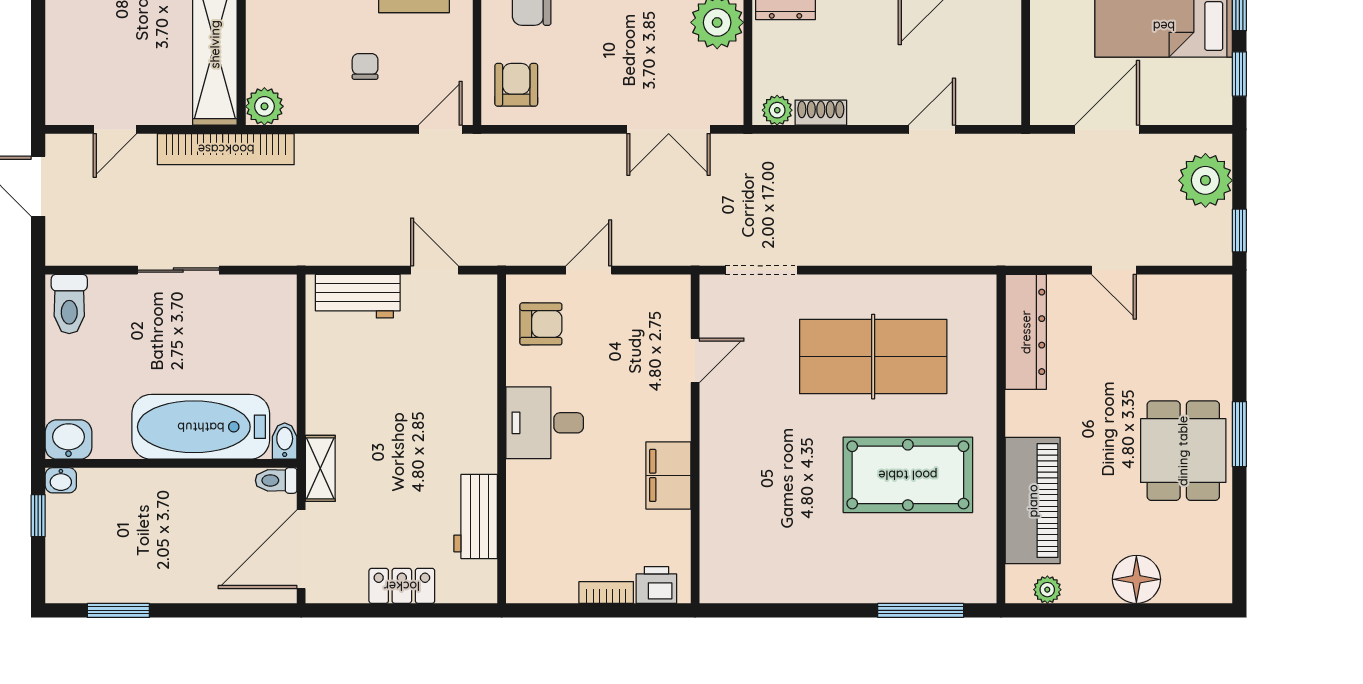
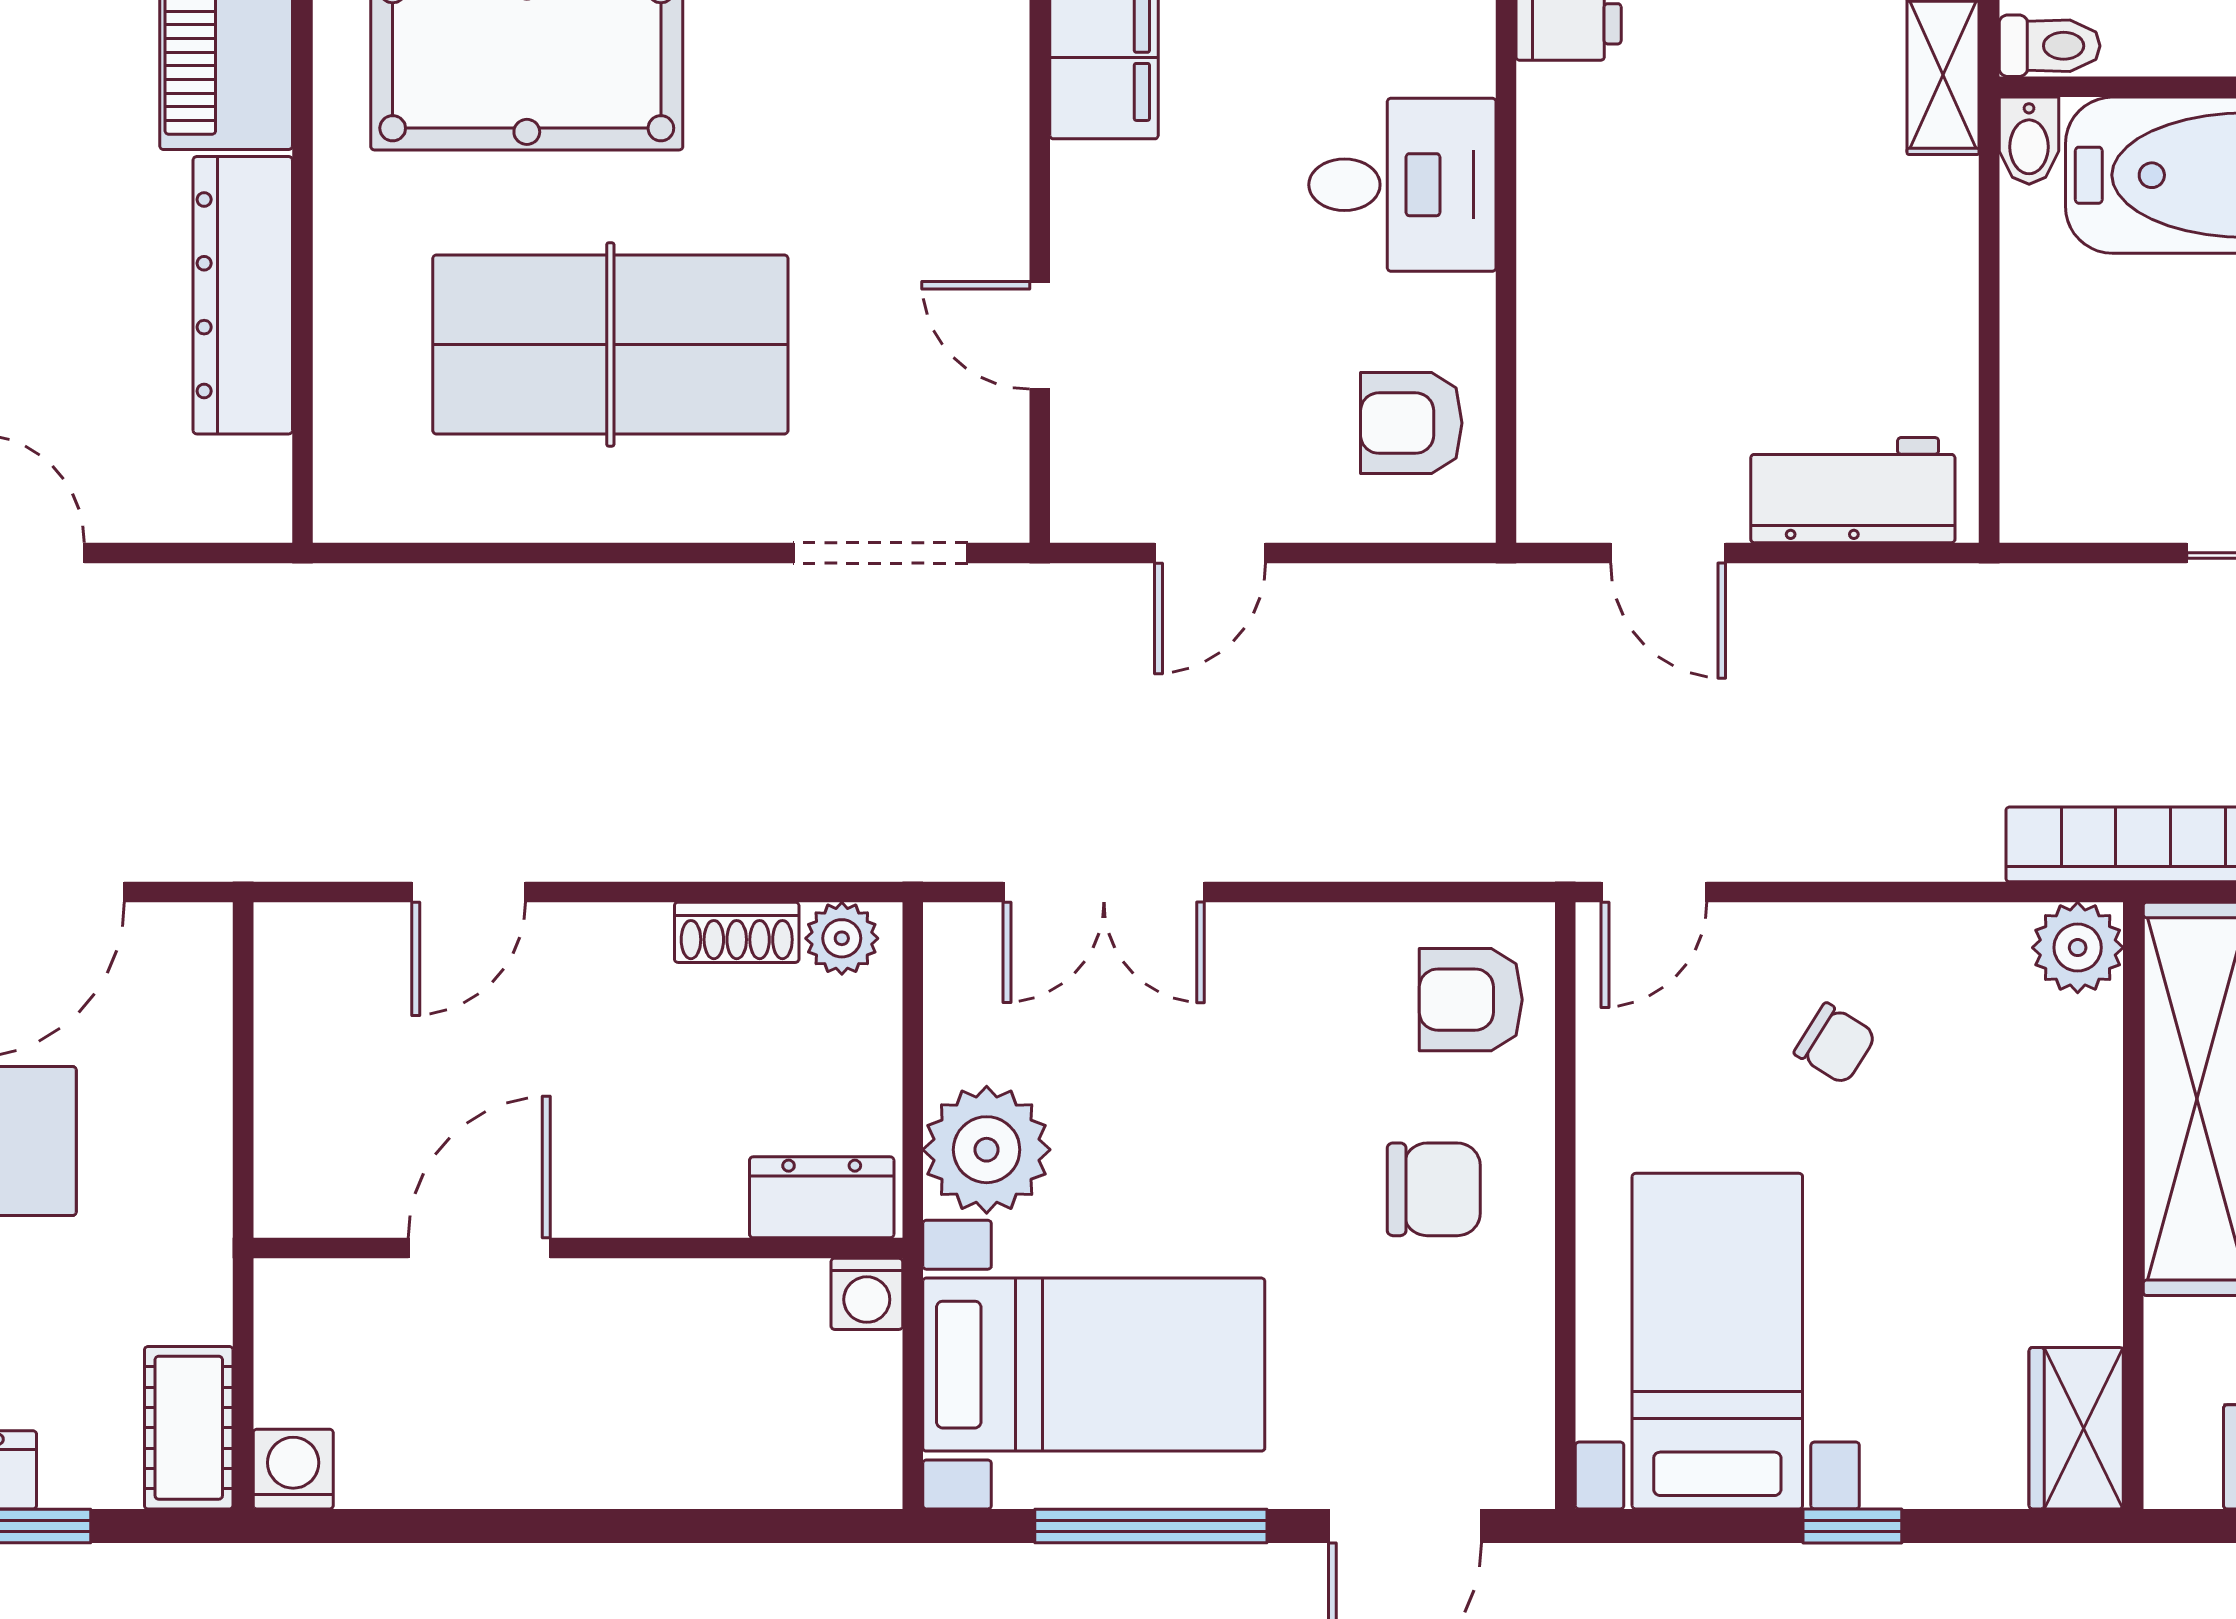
chair: (365, 66) -> (1835, 1044), turned -58
armchair: (516, 85) -> (1471, 1000), turned 90
double door: (669, 129) -> (1104, 892), swing flipped
door: (589, 270) -> (1210, 553), moved
dresser: (1026, 332) -> (243, 295), moved
door: (695, 360) -> (1040, 335), hinge flipped

